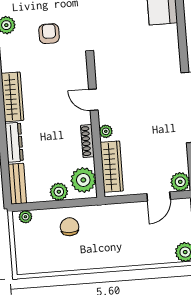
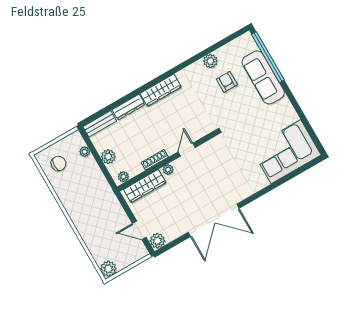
armchair: (49, 34) -> (227, 82), moved, turned -90
plant: (83, 180) -> (123, 177), width x0.53, depth x0.53
plant: (25, 217) -> (85, 152), moved
chair: (70, 227) -> (58, 163), moved

